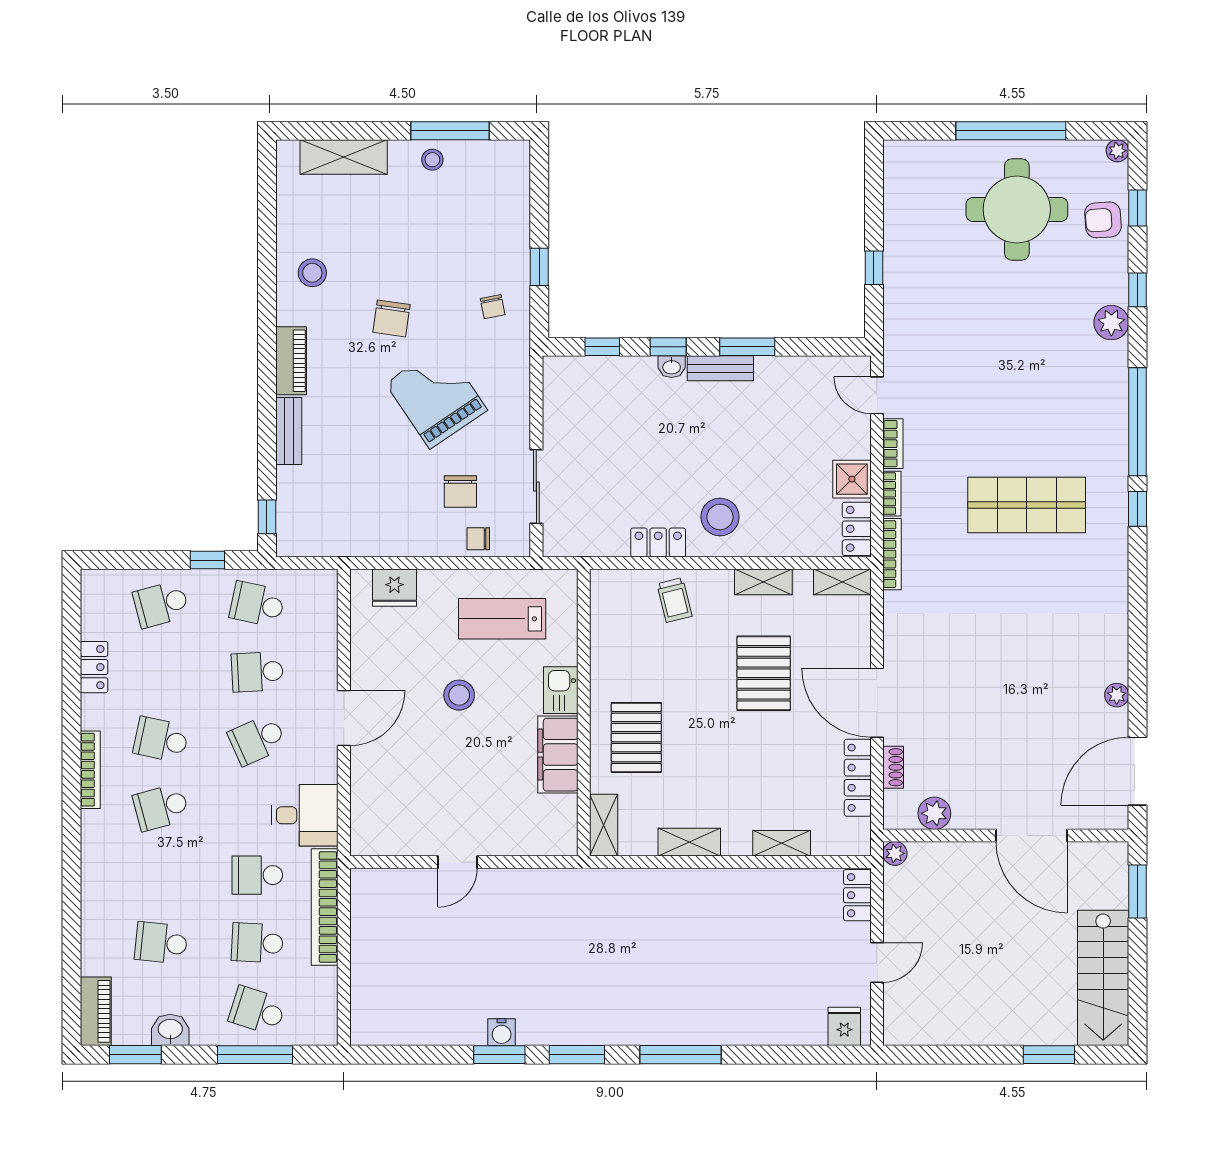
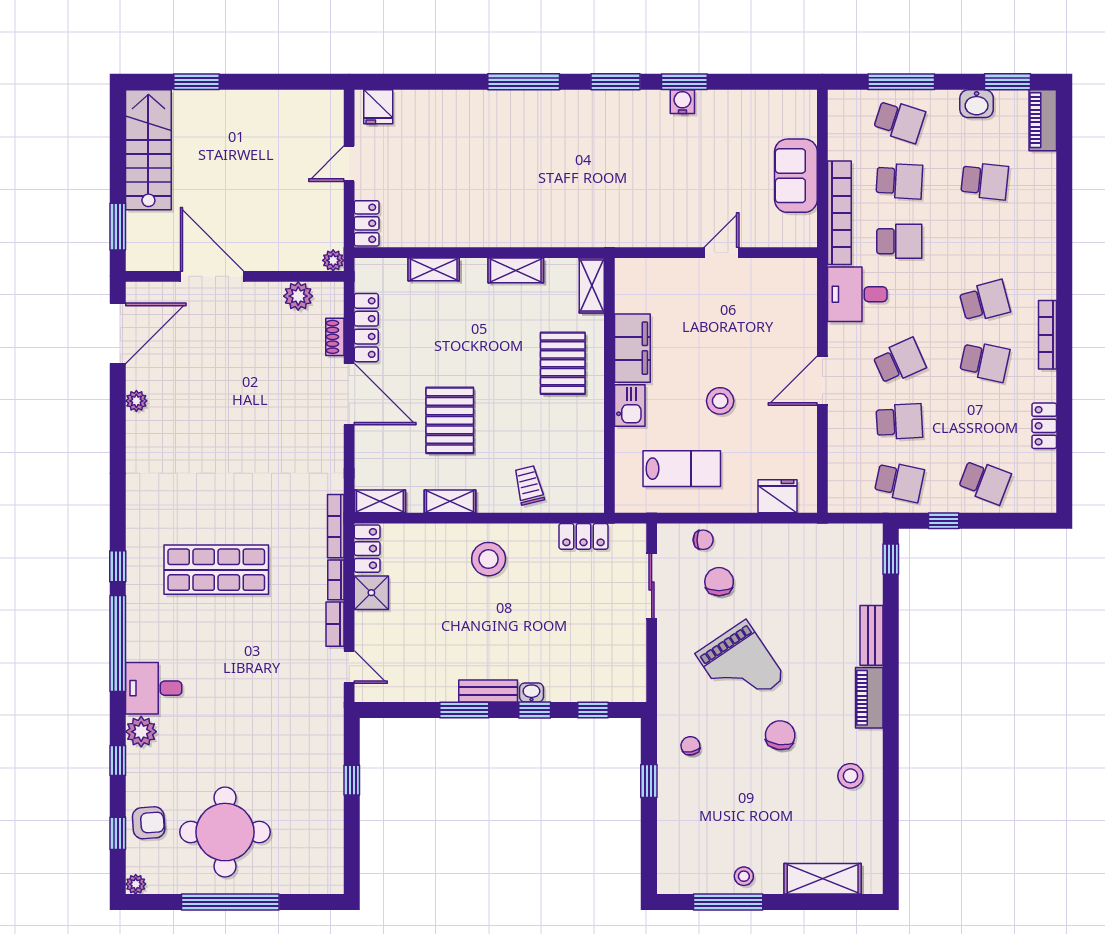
desk: (1097, 371) -> (154, 688), added
locker: (658, 542) -> (583, 536), moved
school desk: (161, 604) -> (985, 482), turned 36
sofa: (374, 949) -> (796, 176), added

